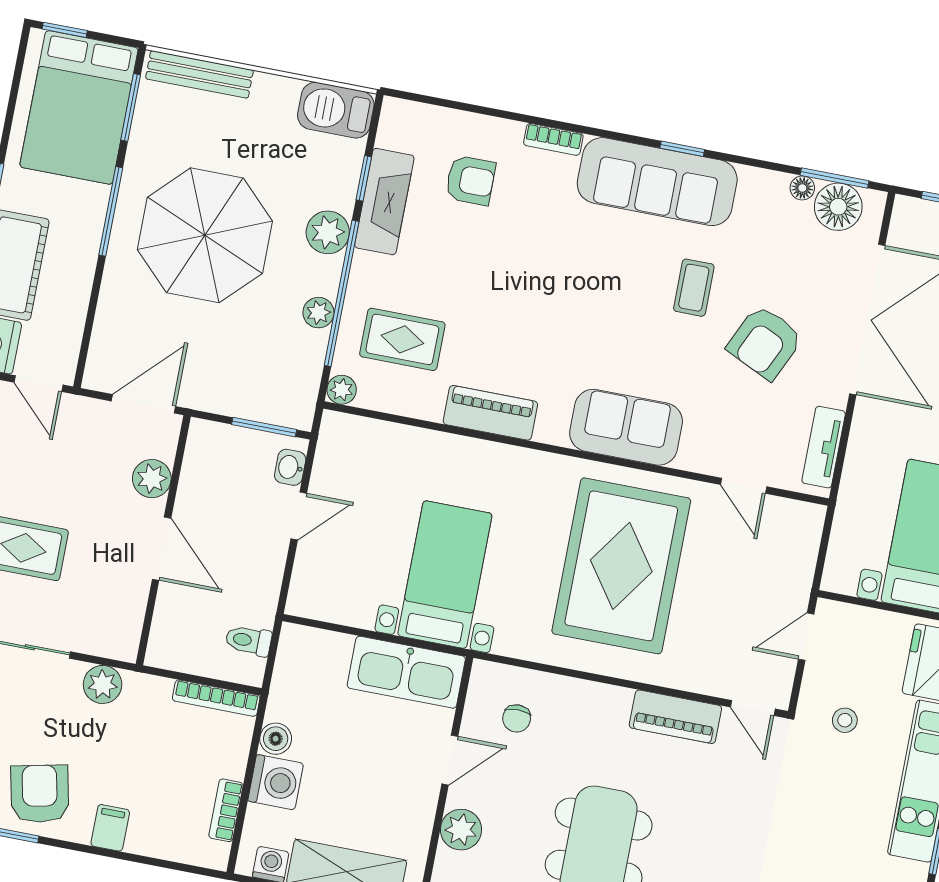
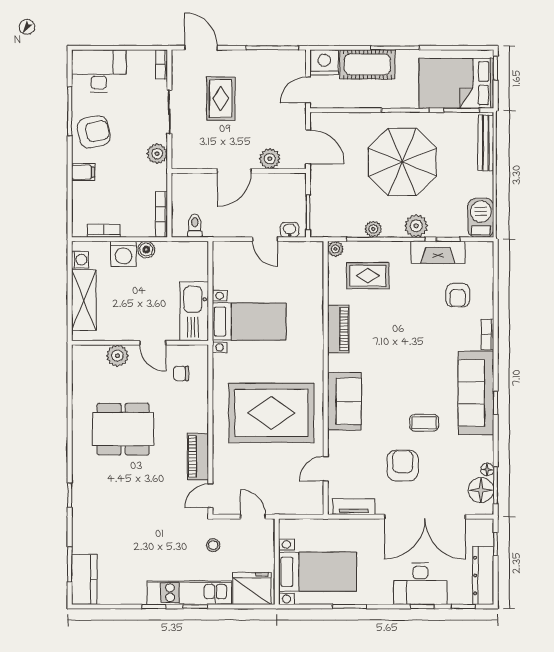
rug: (402, 339) -> (368, 276), turned 90
armchair: (765, 342) -> (403, 465), turned 65

